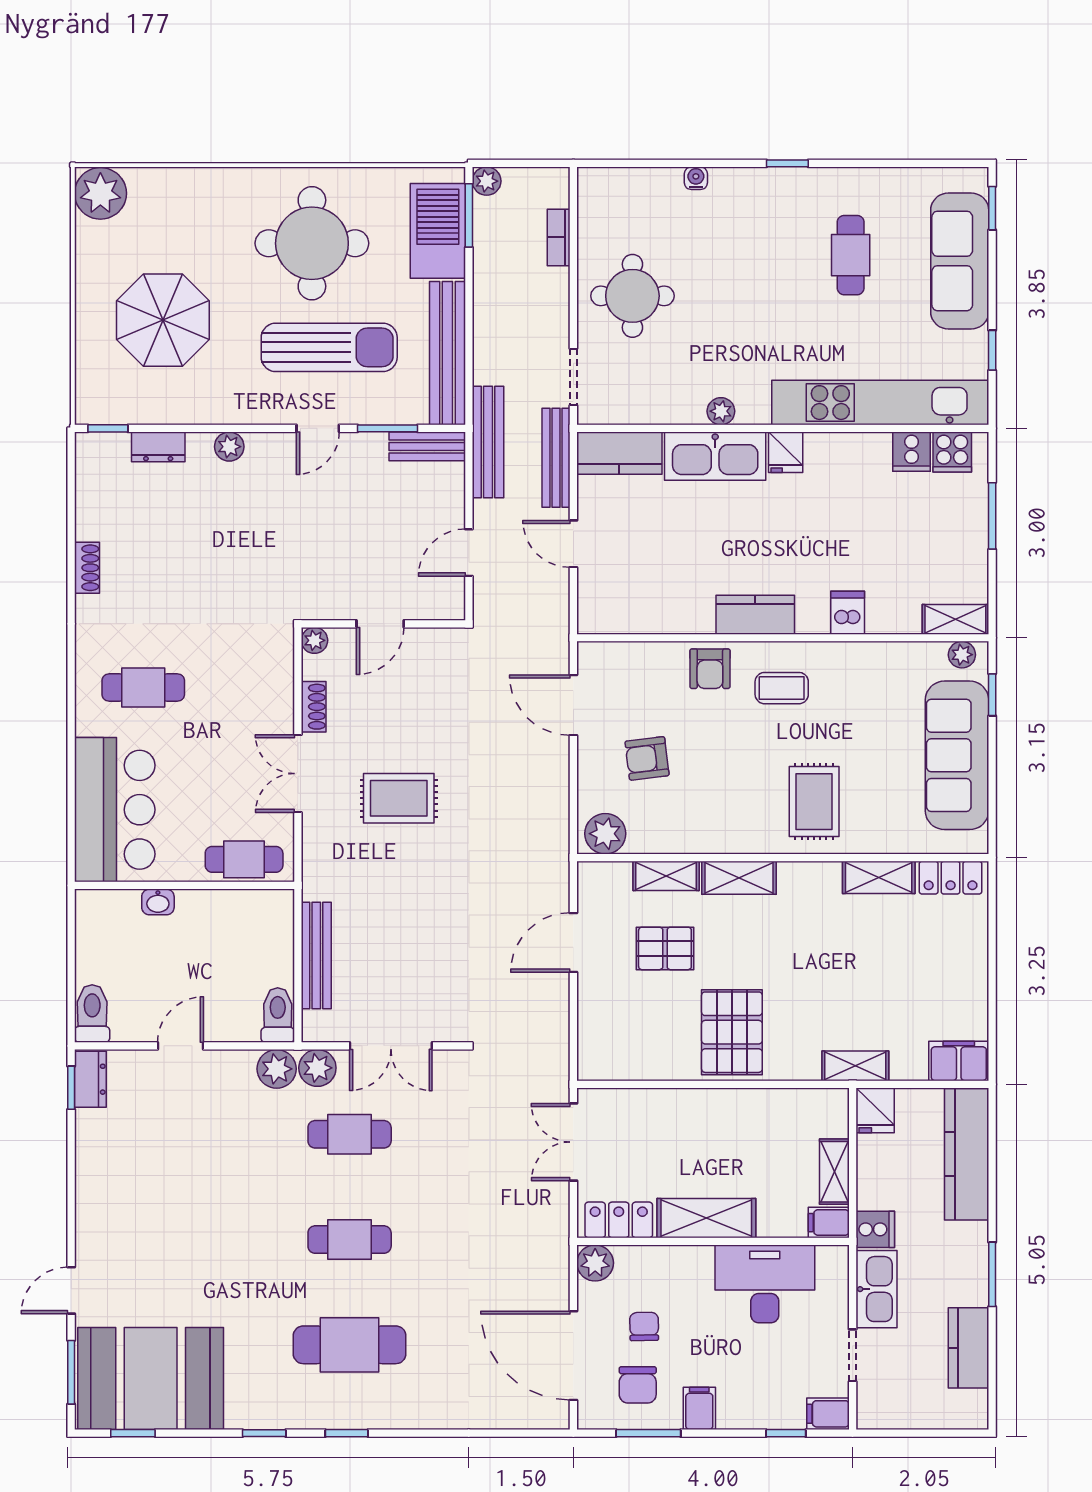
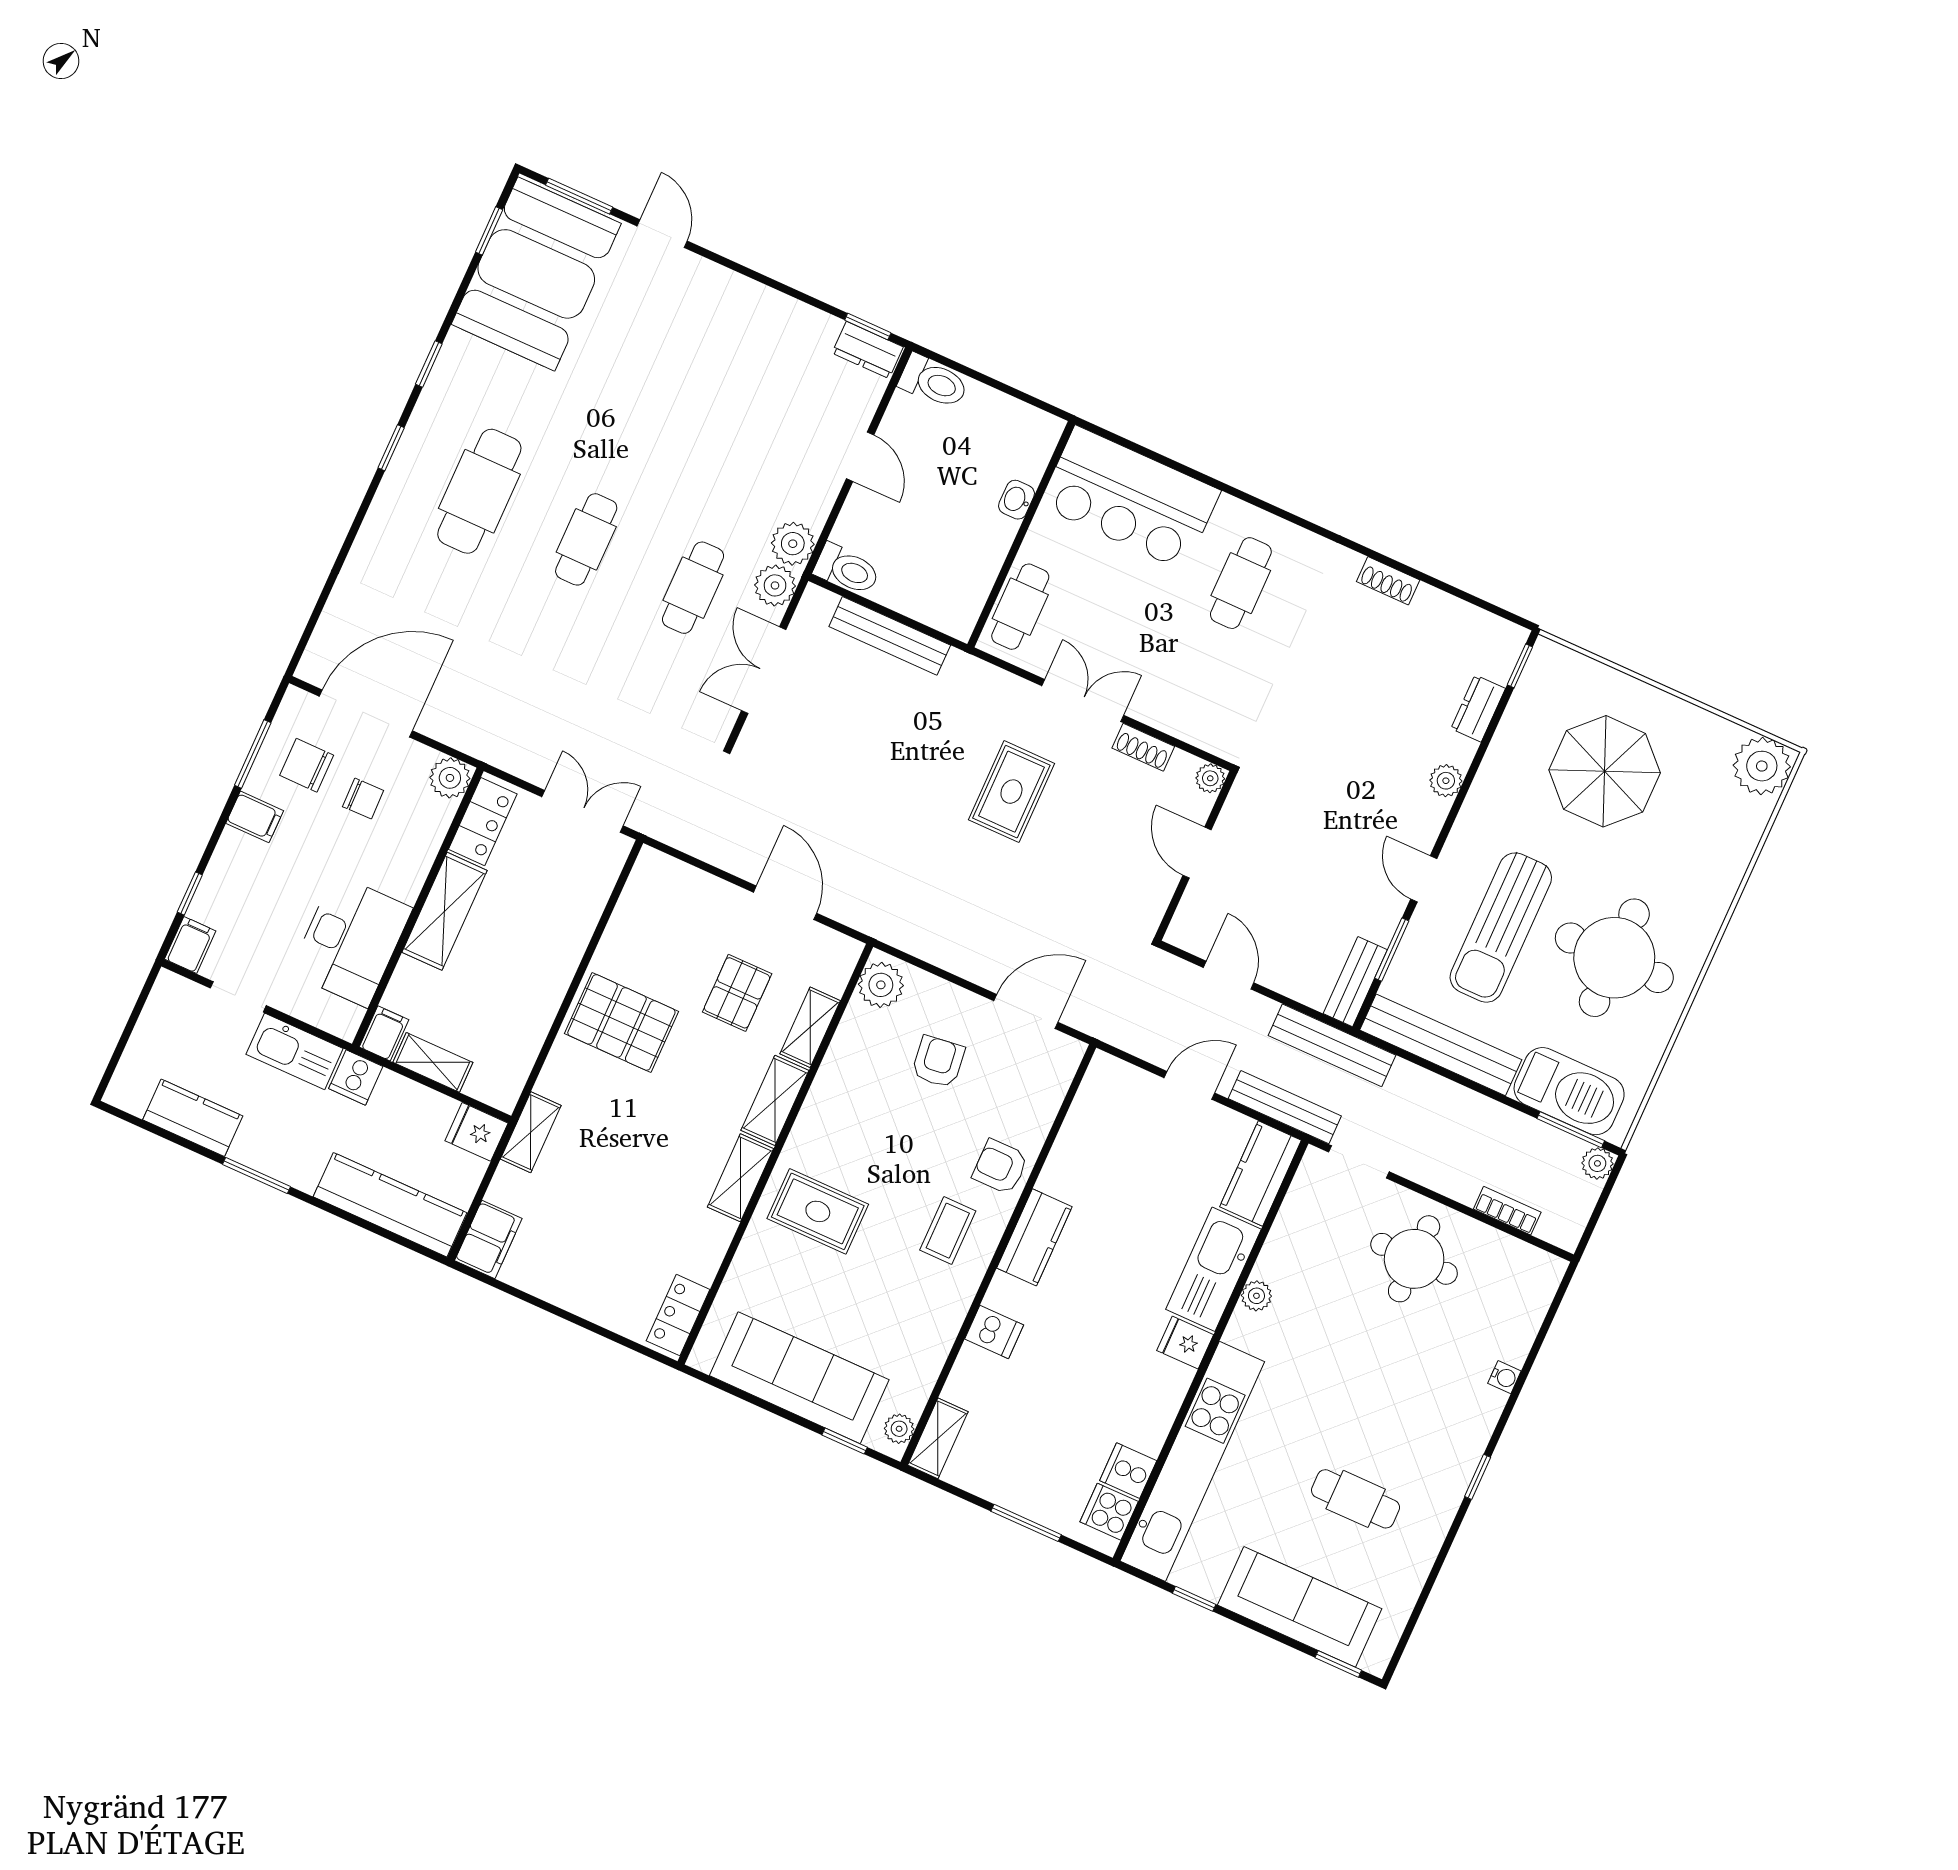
shelving: (879, 877) -> (740, 1178), moved

